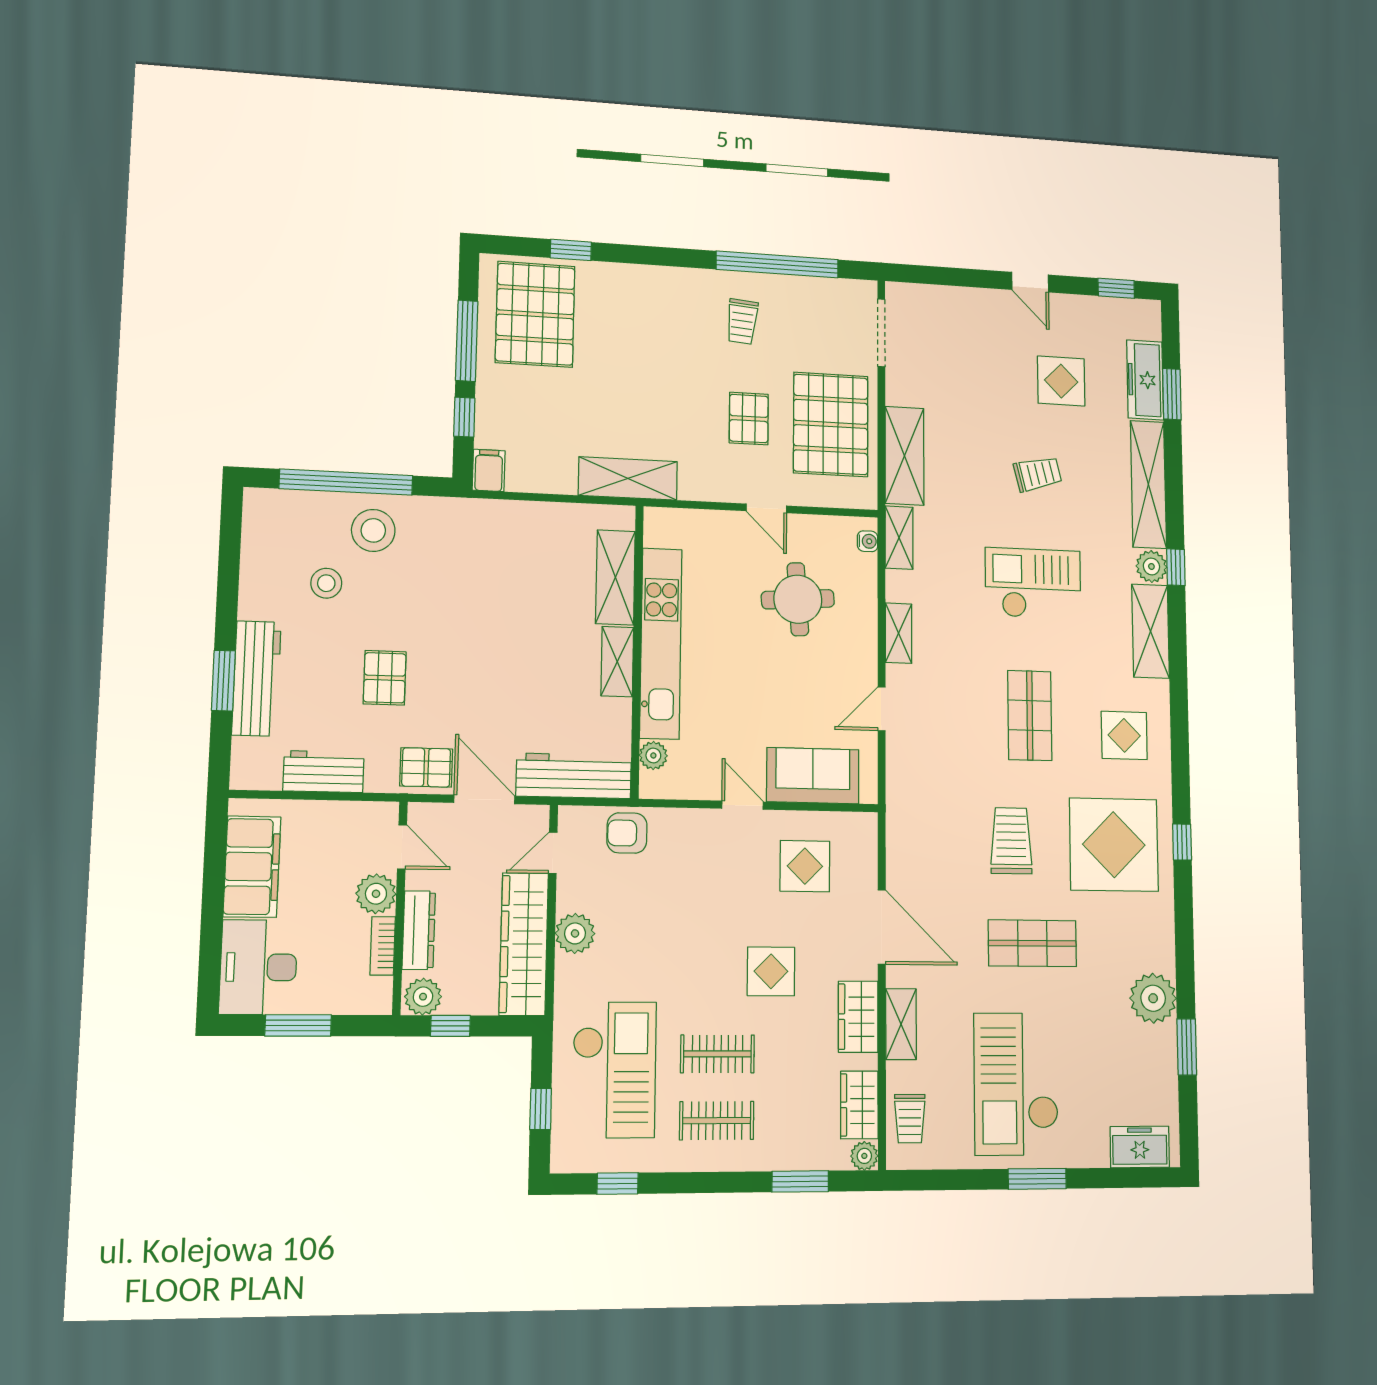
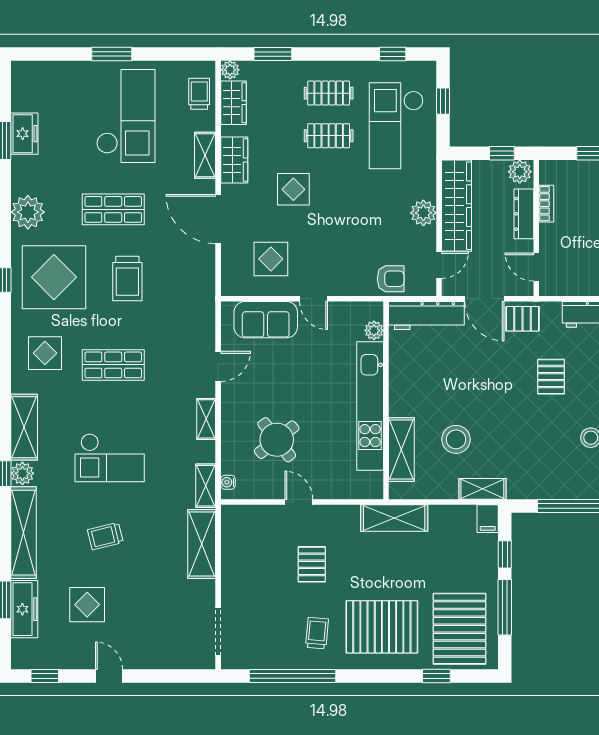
pallet: (831, 424) -> (382, 627), moved, turned 90
stool: (373, 530) -> (456, 439), moved
round table: (798, 599) -> (277, 440), turned -34
shelving: (617, 662) -> (482, 489), moved, turned 90
shop shelf: (1030, 715) -> (113, 365), turned 90
plant: (376, 894) -> (552, 237), removed
plant: (1153, 998) -> (28, 212), moved
freezer: (1140, 1147) -> (24, 134), moved, turned -90

